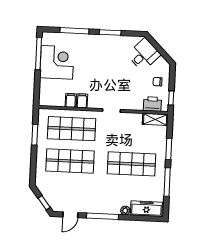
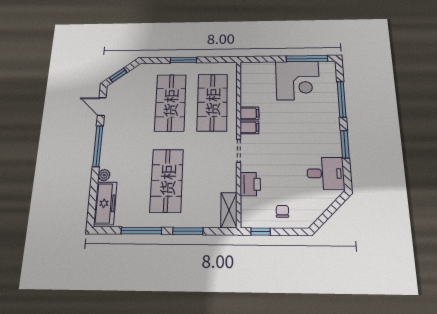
desk: (144, 55) -> (325, 173), moved, turned -45
filing cabinet: (71, 100) -> (249, 127), moved
printer: (152, 104) -> (250, 184), moved
window: (35, 135) -> (184, 60), moved

